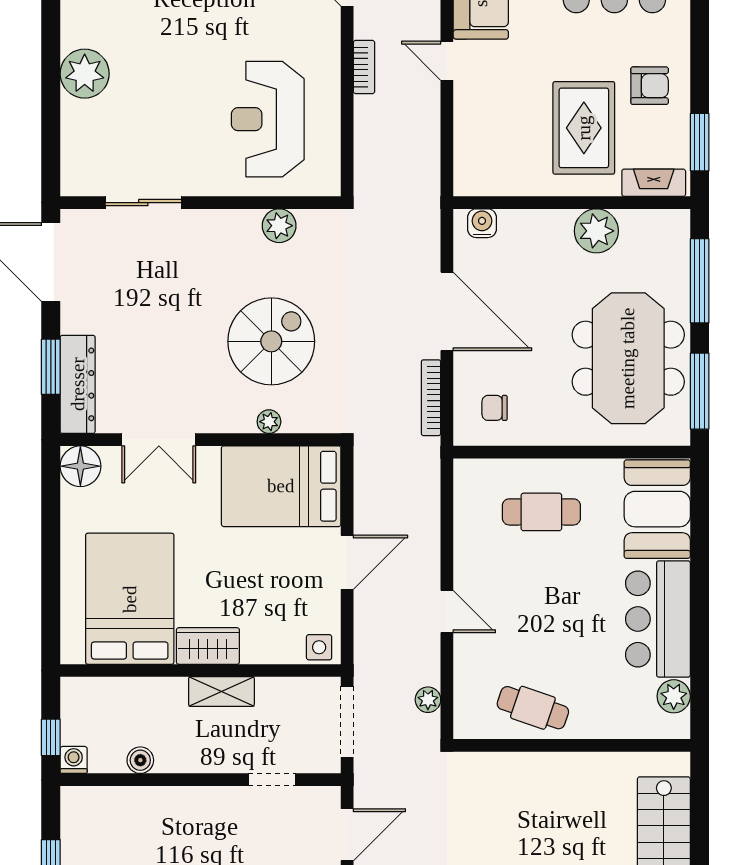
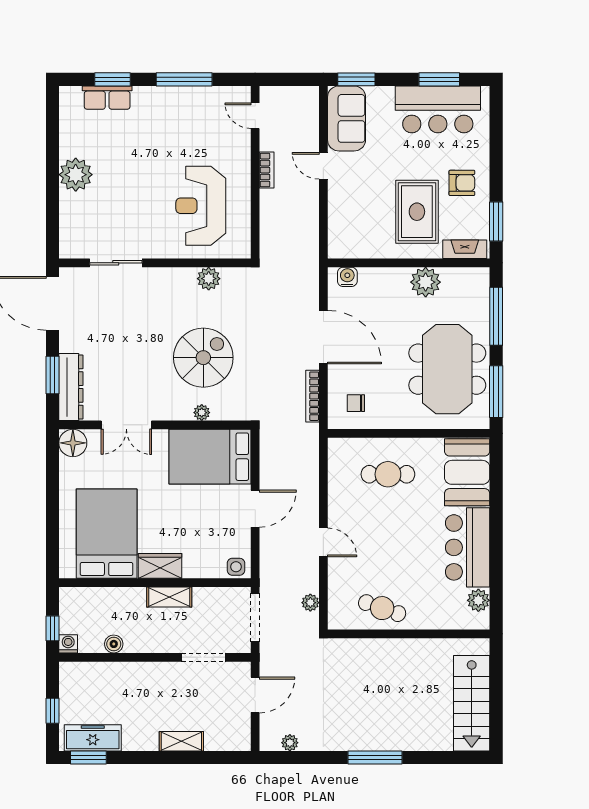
doorway: (272, 780) -> (203, 657), width x1.38

